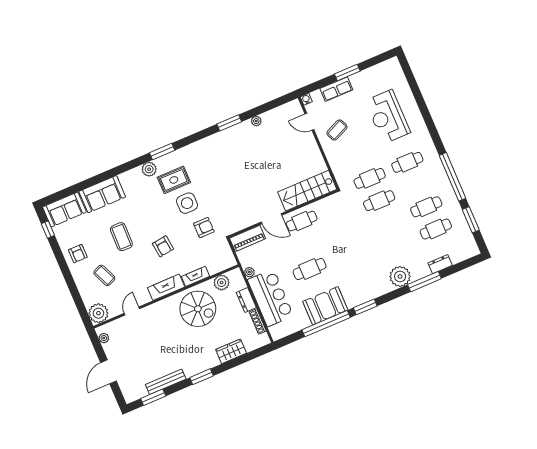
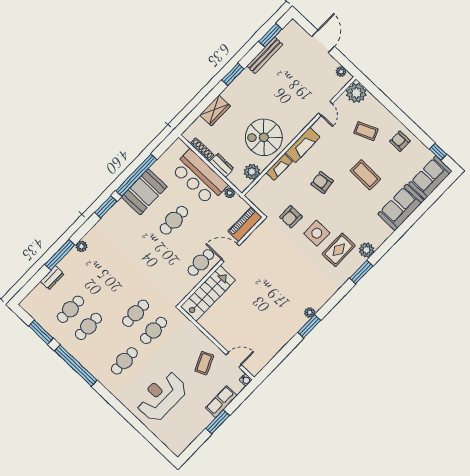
reception desk: (388, 117) -> (161, 396), turned -90
plant: (256, 121) -> (310, 312), moved
plant: (400, 276) -> (82, 246), width x0.53, depth x0.53

